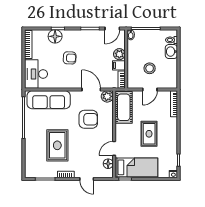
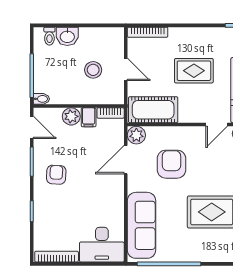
floor lamp: (55, 36) -> (44, 215), removed
armchair: (70, 58) -> (56, 175), moved
door: (114, 148) -> (217, 124), hinge flipped

